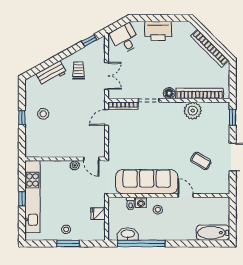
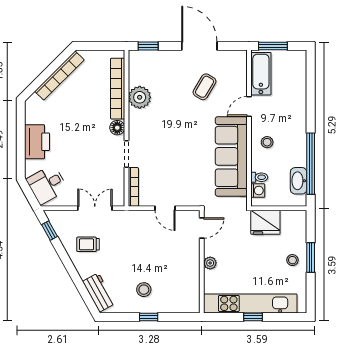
workbench: (51, 73) -> (99, 292), moved
door: (107, 118) -> (165, 208), moved
plant: (75, 165) -> (210, 263), moved
washing machine: (141, 202) -> (258, 191), moved
fridge: (98, 214) -> (265, 222), width x1.88, depth x1.34
window: (233, 214) -> (273, 46), added
bathtub: (213, 233) -> (261, 74), moved, turned 180

